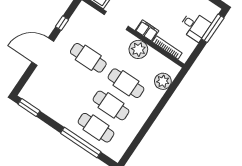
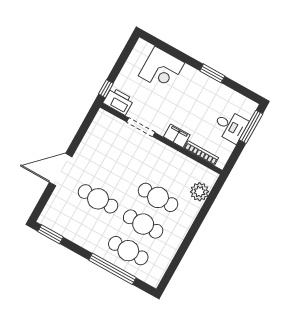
window: (62, 23) -> (80, 135), removed
plant: (138, 49) -> (169, 158), removed
cafe table: (88, 58) -> (98, 199), moved

